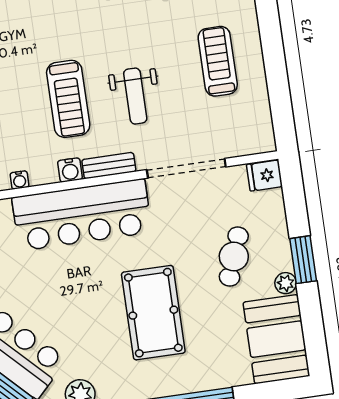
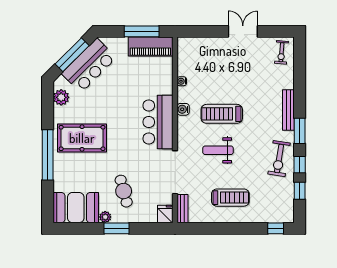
bench: (109, 166) -> (183, 209), moved
bar counter: (82, 215) -> (158, 122), width x0.73
cafe table: (234, 257) -> (124, 191), turned 55
pool table: (153, 313) -> (82, 138), moved

